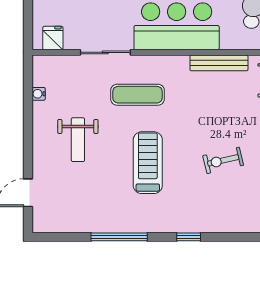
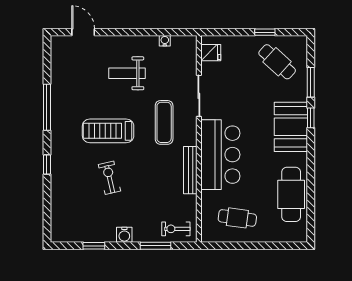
bench: (219, 63) -> (190, 170), moved
exercise bike: (223, 160) -> (109, 178), moved
treadmill: (148, 163) -> (108, 131), turned 180

